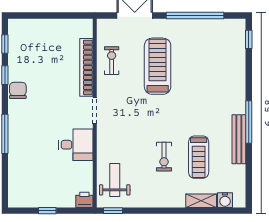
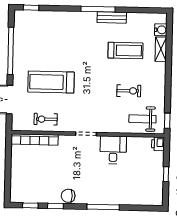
bookcase: (86, 67) -> (35, 139), moved
bench: (239, 139) -> (112, 17), width x0.73
exercise bike: (164, 157) -> (129, 91), moved

